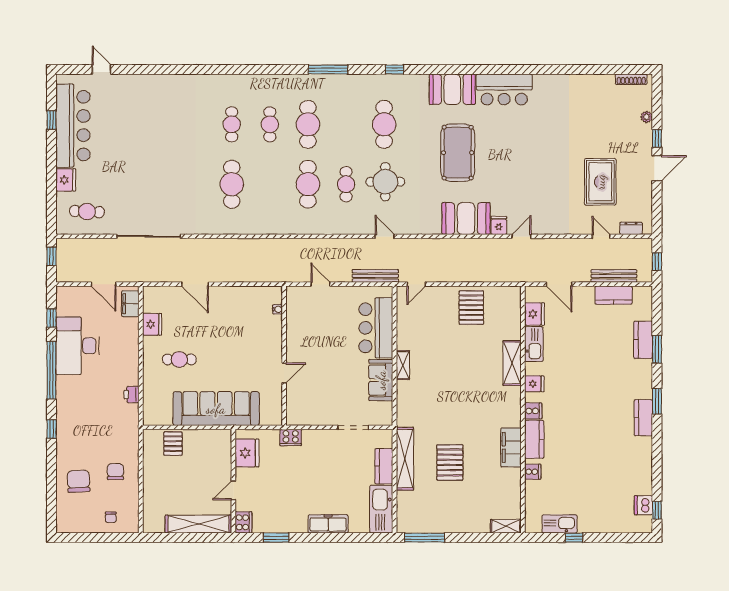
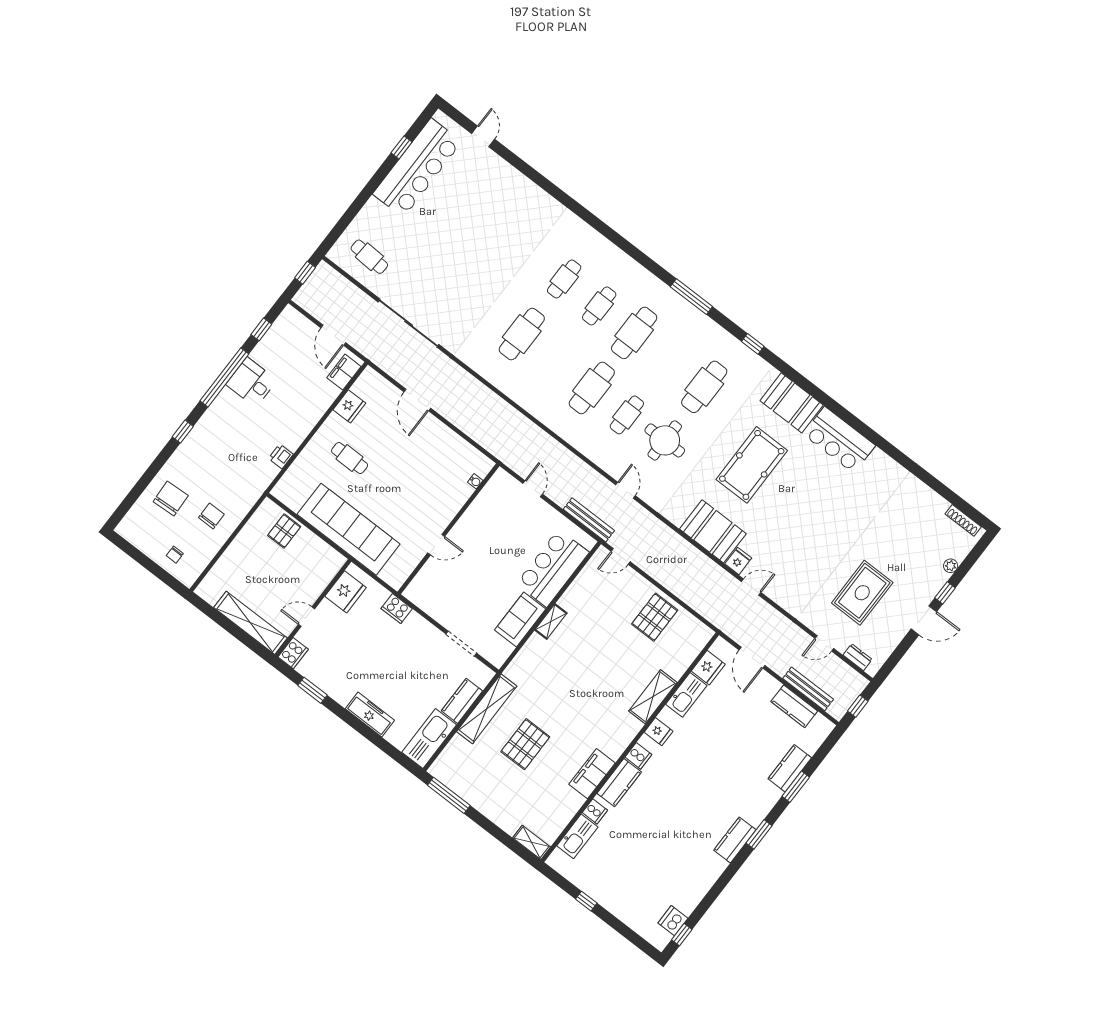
fridge: (66, 180) -> (372, 213), removed
door: (601, 236) -> (824, 643), swing flipped
desk: (78, 346) -> (252, 382), width x0.53, depth x0.77
kitchen sink: (559, 524) -> (577, 836), moved, turned 90

